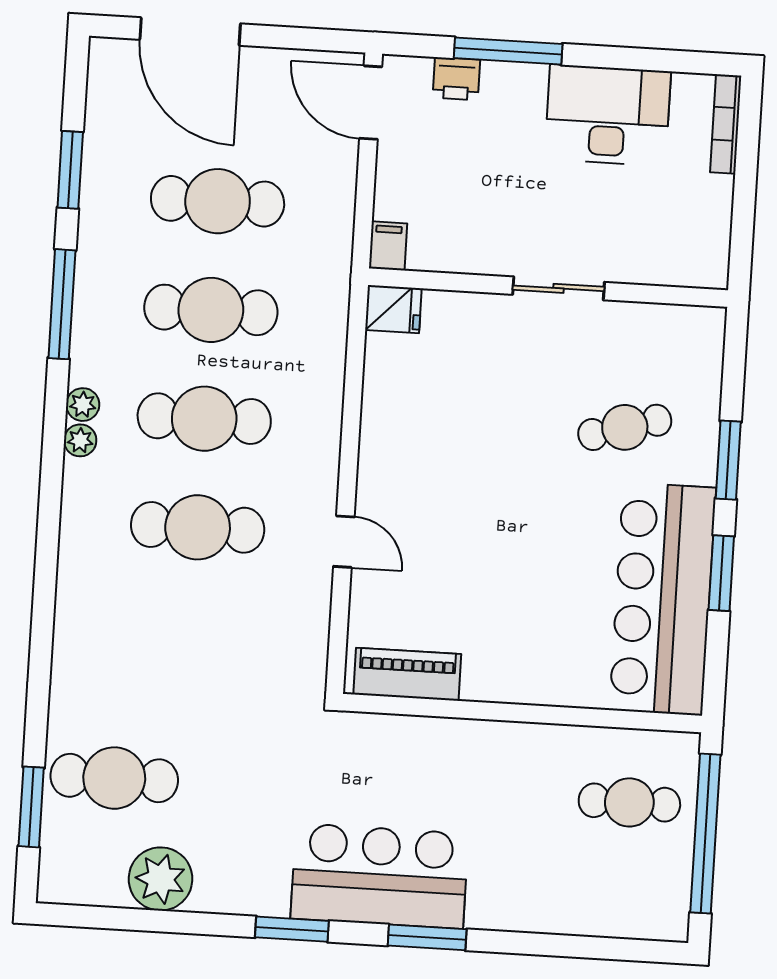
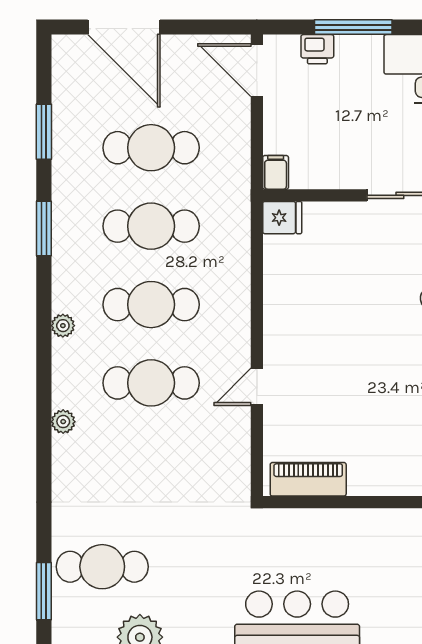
window: (62, 304) -> (44, 229), width x0.69
plant: (83, 405) -> (63, 422), moved
door: (344, 542) -> (257, 387), swing flipped

